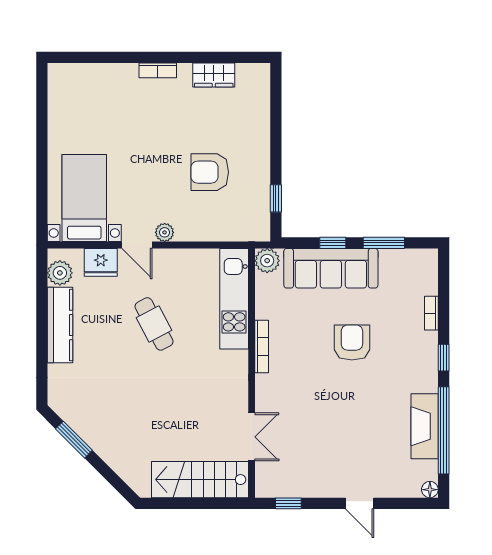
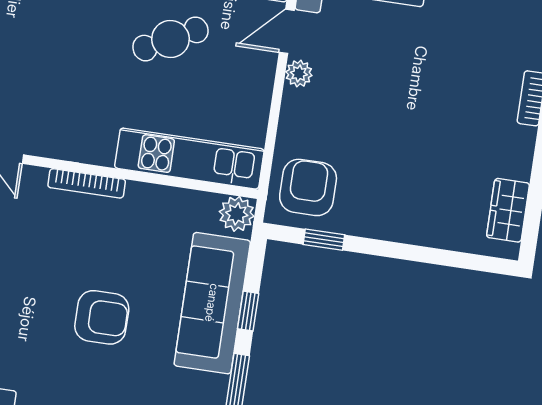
wardrobe: (214, 75) -> (508, 210), moved
armchair: (210, 172) -> (308, 187), moved
bookcase: (262, 346) -> (87, 183), moved

